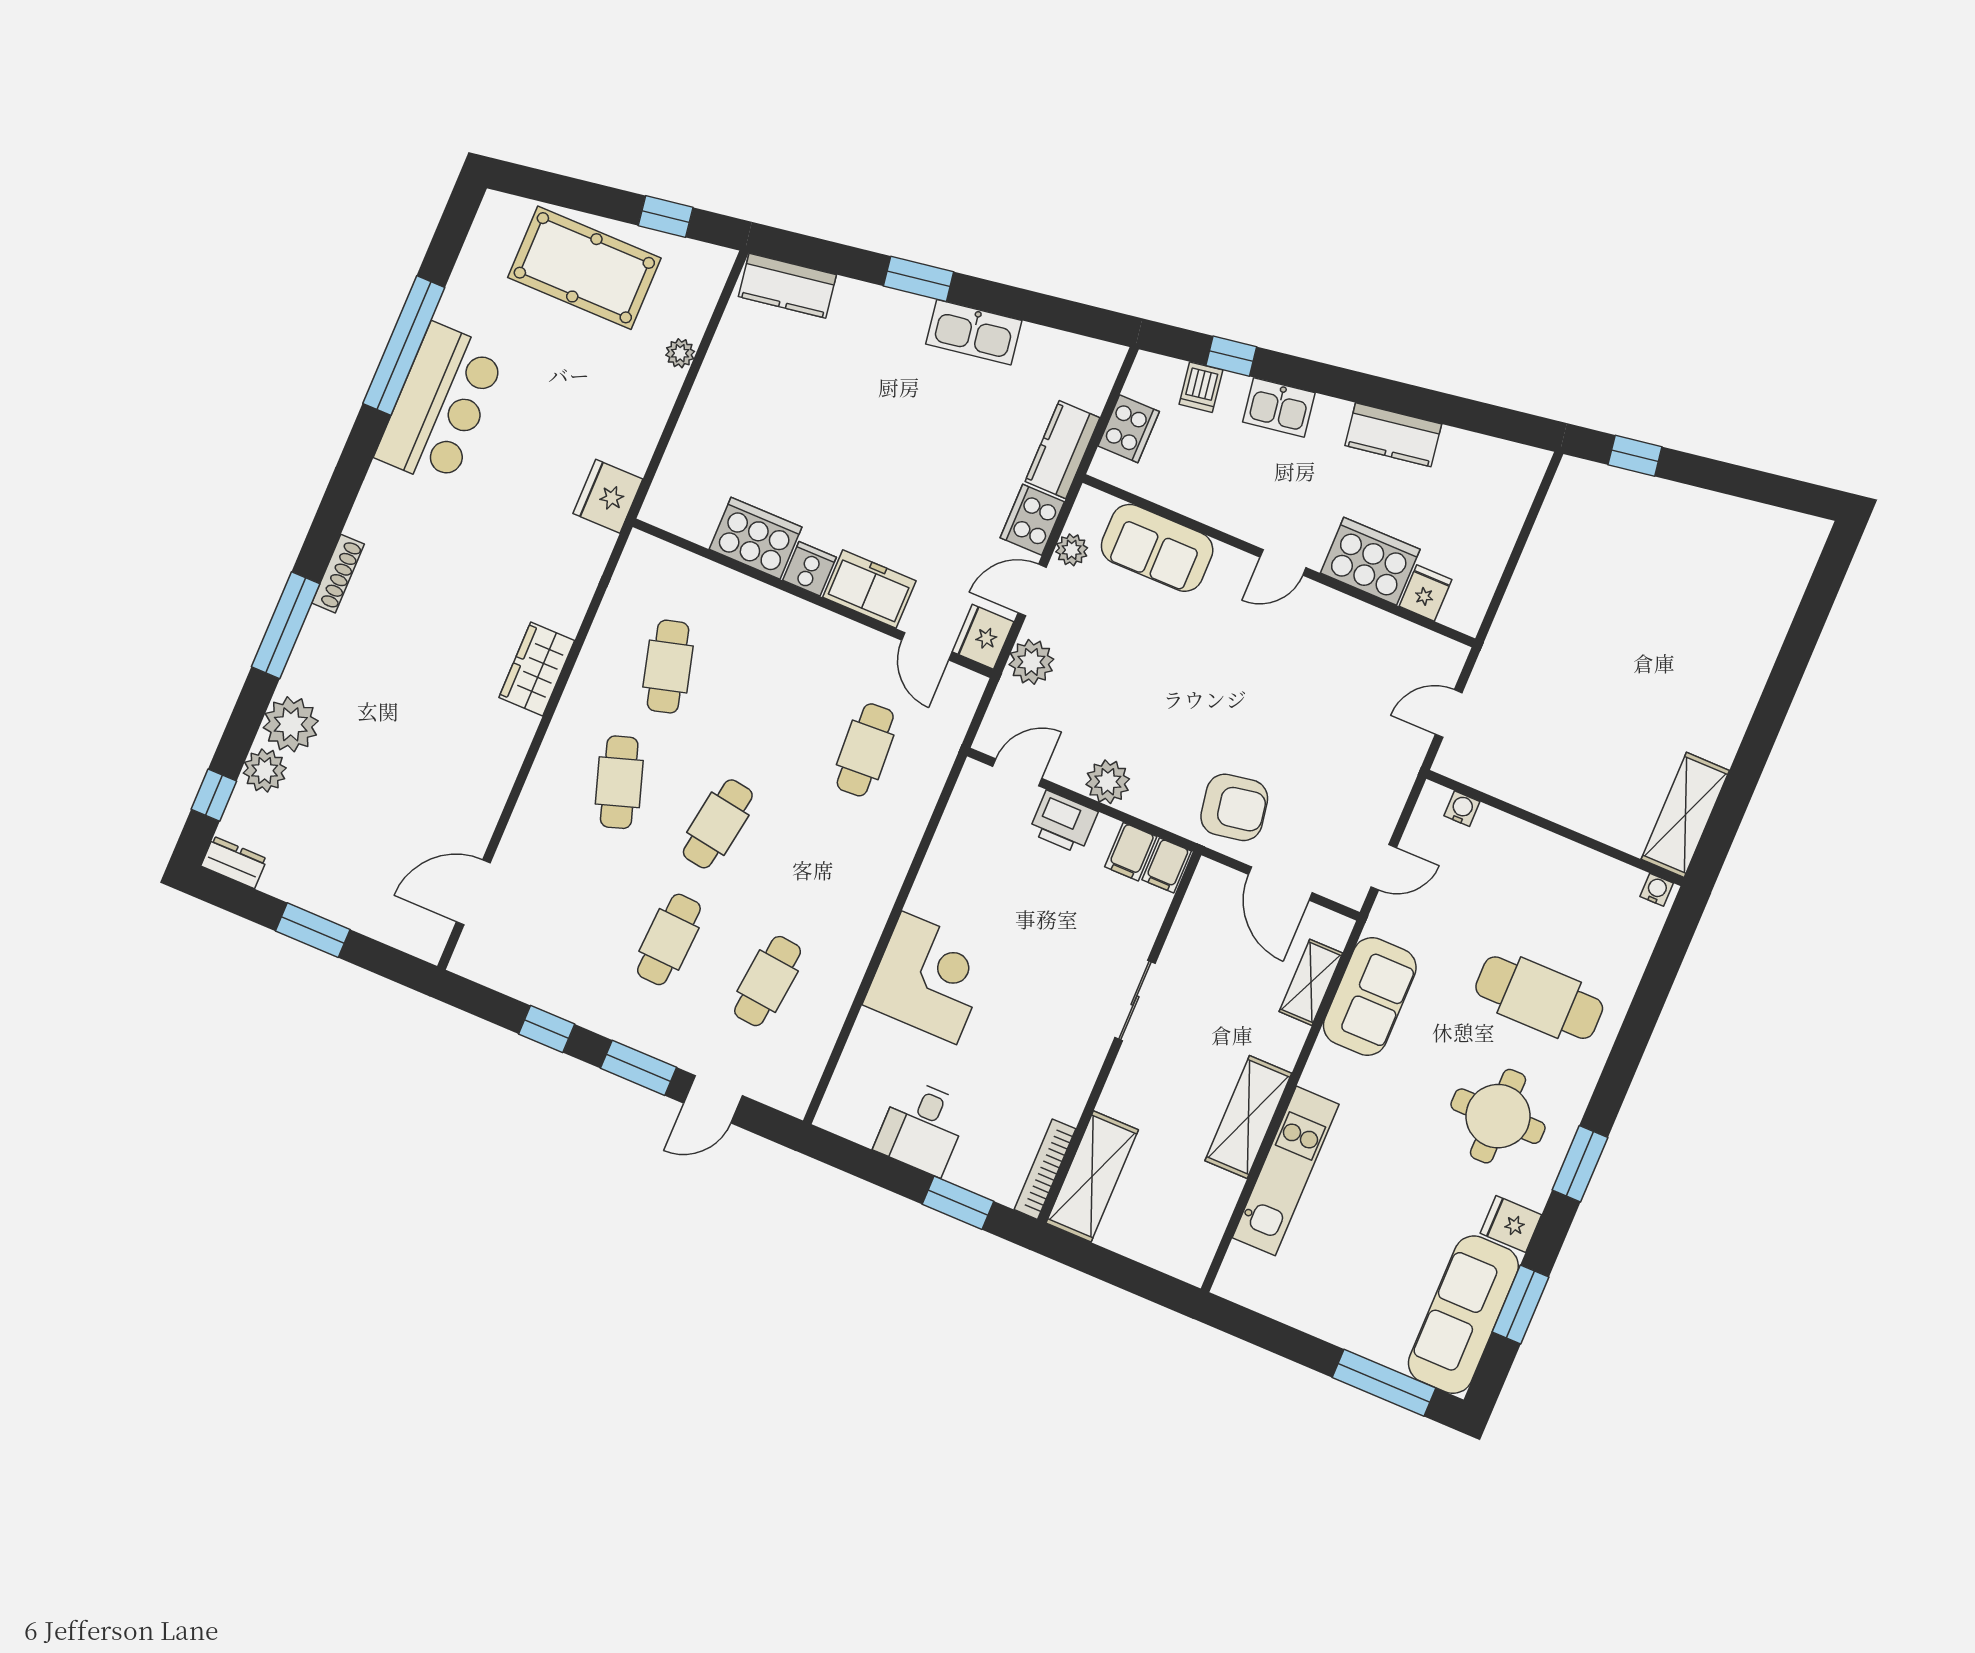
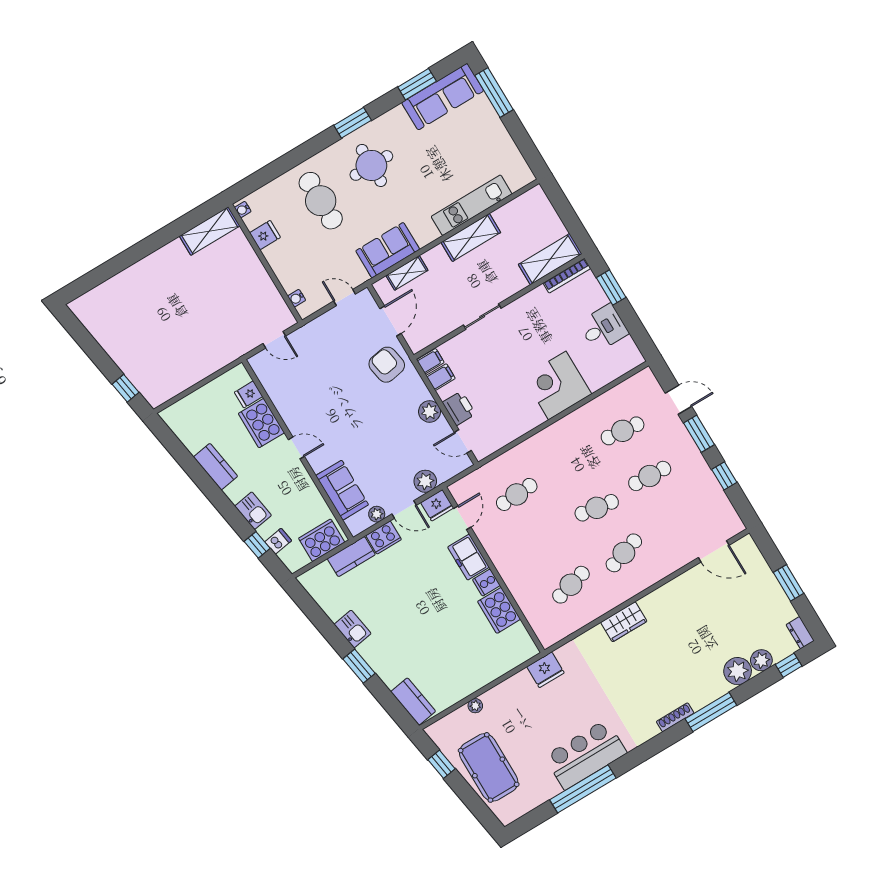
kitchen sink: (974, 332) -> (353, 629), width x0.73
cooker: (1129, 429) -> (322, 540), width x1.37, depth x1.31
fridge: (1511, 1224) -> (265, 235), moved, turned -90

